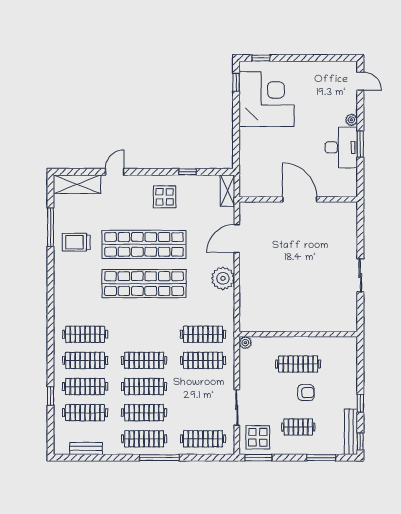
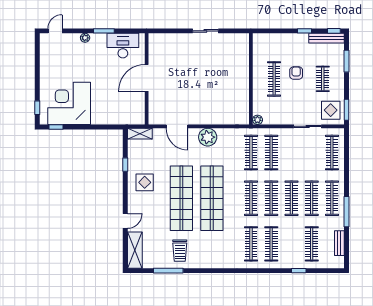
desk: (341, 147) -> (123, 46), moved
door: (115, 172) -> (125, 221), swing flipped
clothes rail: (85, 387) -> (251, 198), moved
window: (159, 458) -> (346, 212), moved

